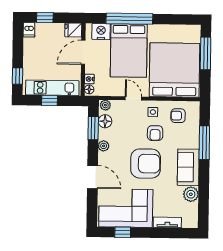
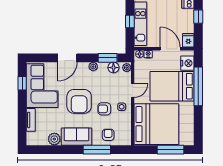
armchair: (178, 116) -> (108, 135), moved

